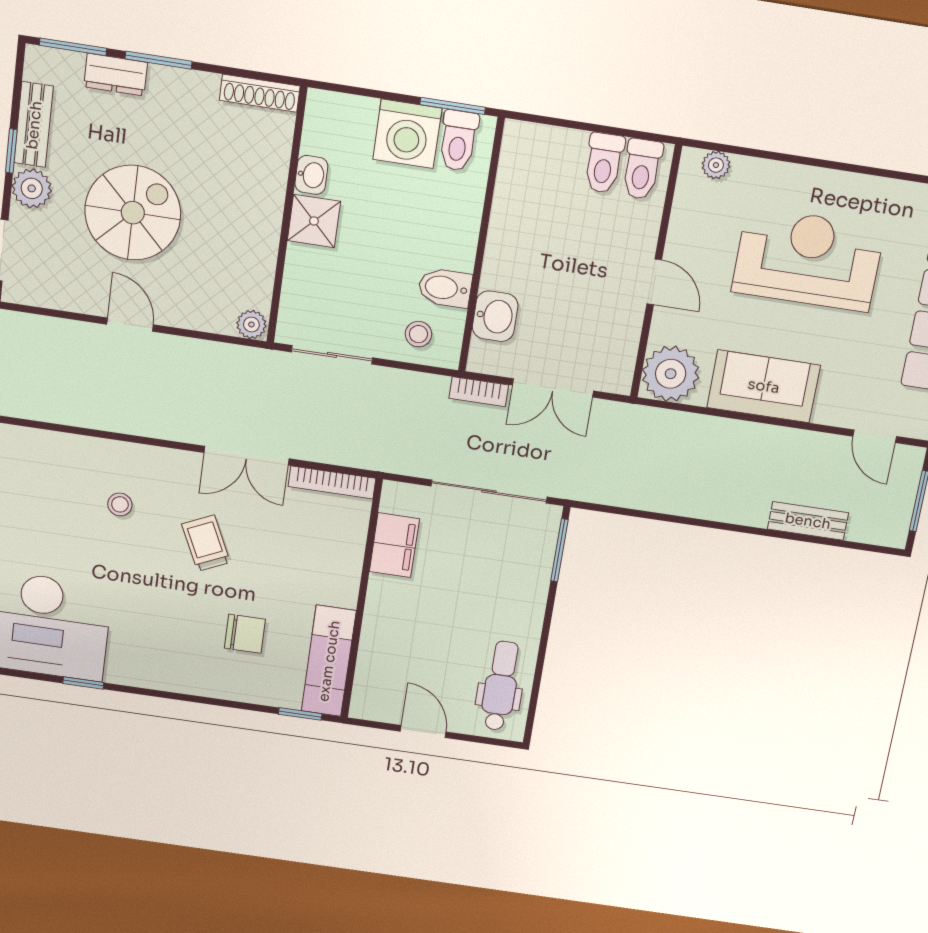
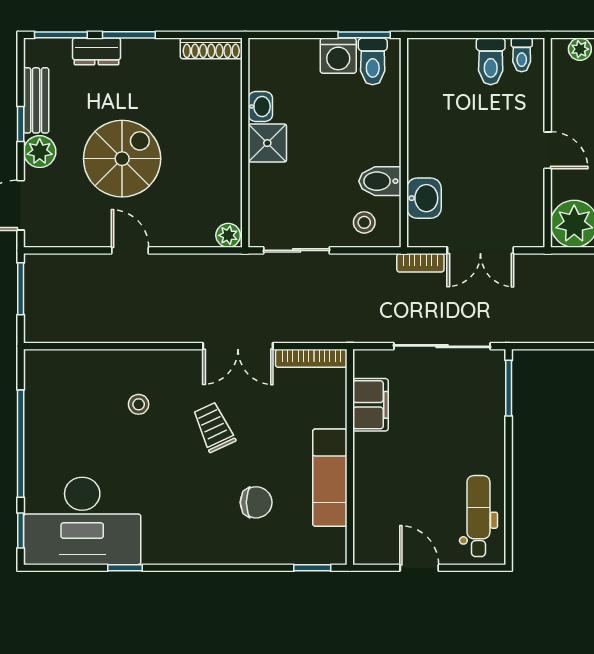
washing machine: (407, 134) -> (338, 56), width x0.73, depth x0.73
toilet: (642, 169) -> (522, 55), width x0.73, depth x0.72
exam couch: (329, 661) -> (330, 478), moved

